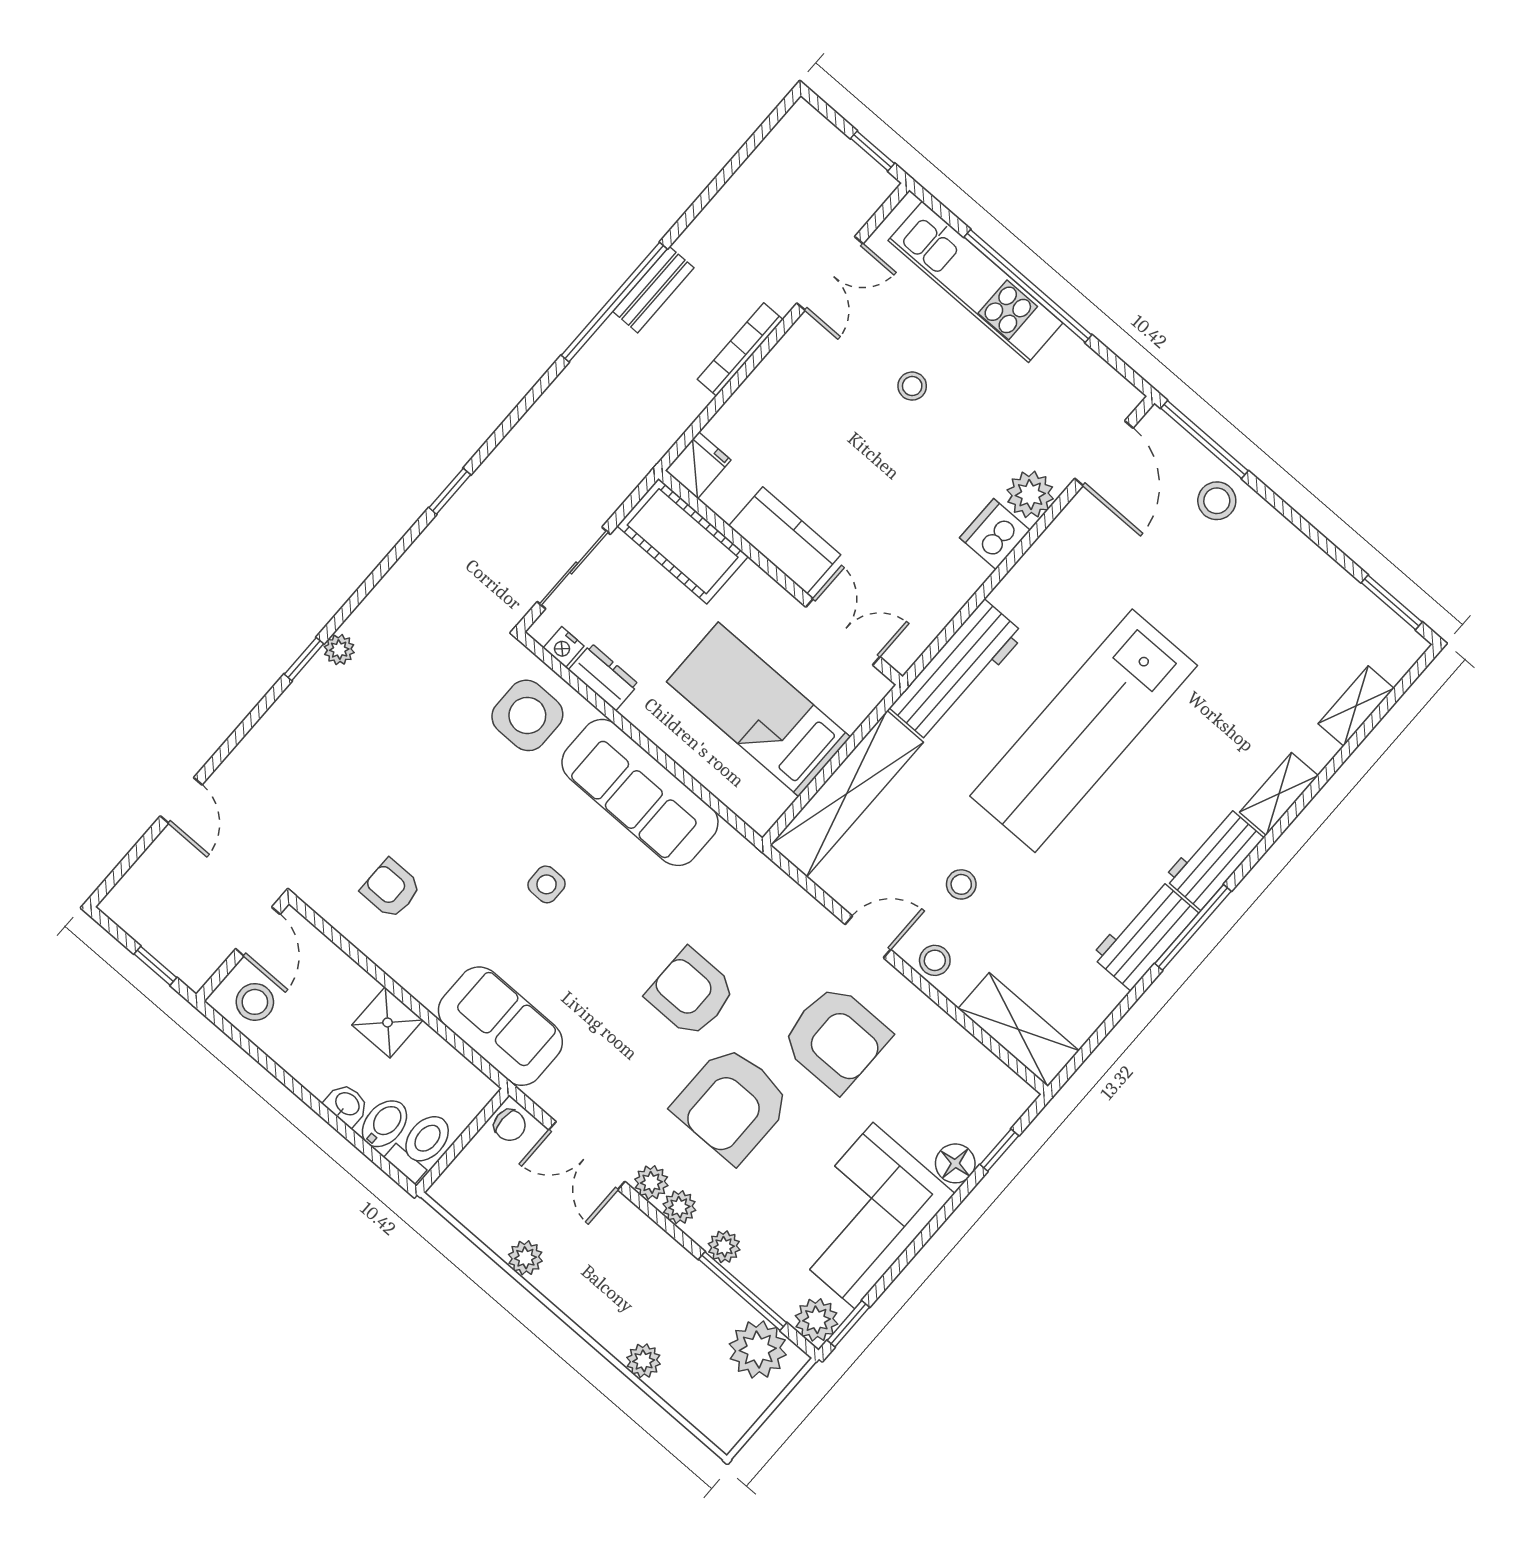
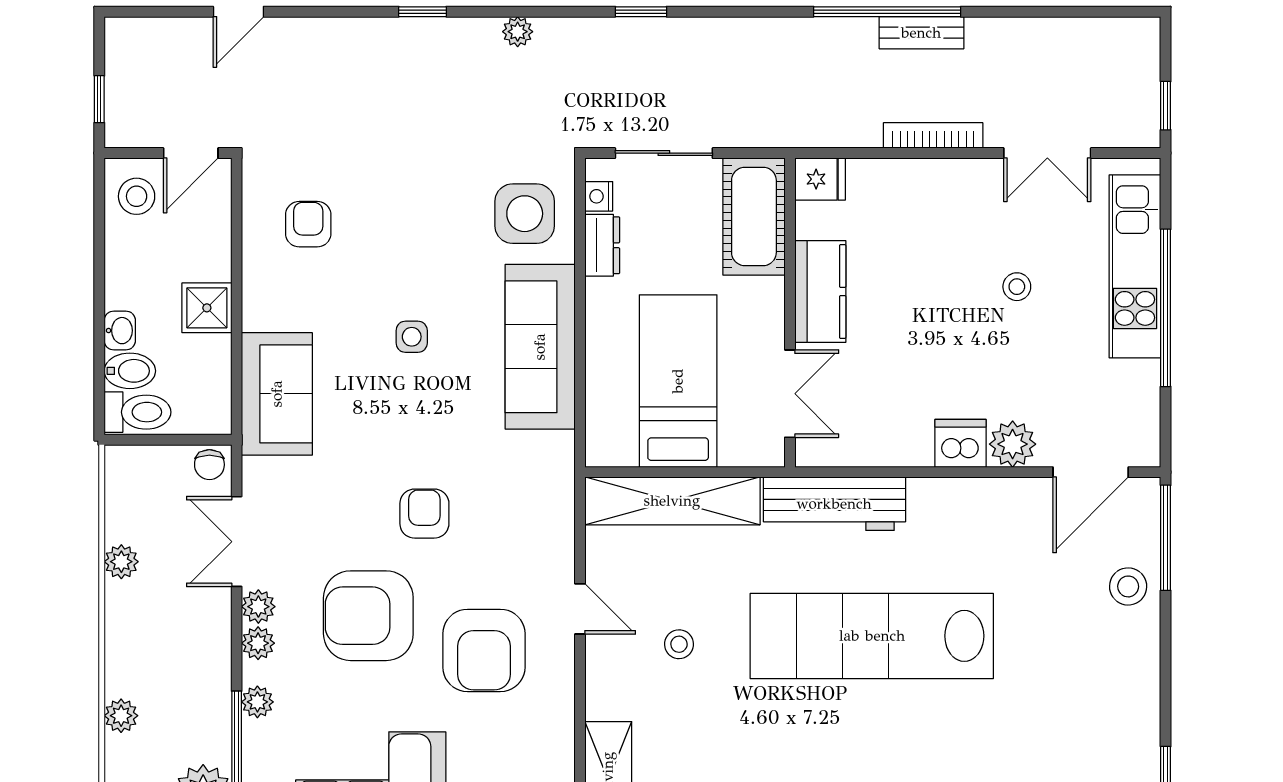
plant: (339, 650) -> (518, 32), moved
stool: (935, 960) -> (606, 674), removed
armchair: (691, 993) -> (424, 514), width x0.72, depth x0.72

